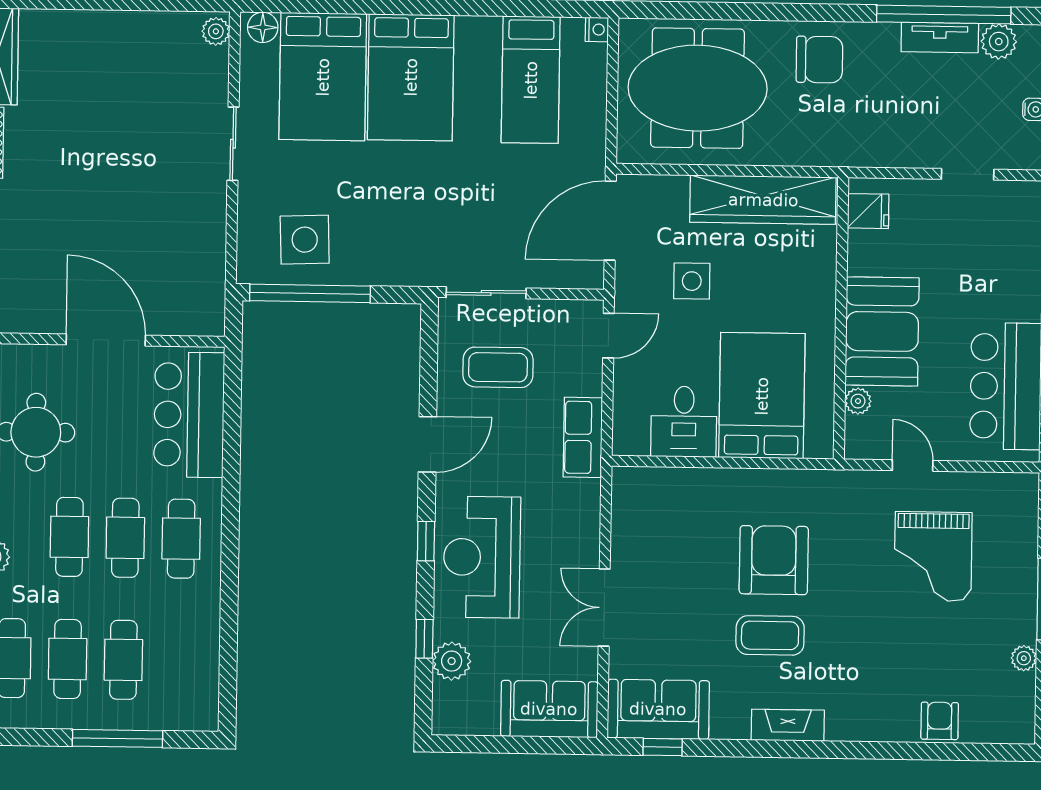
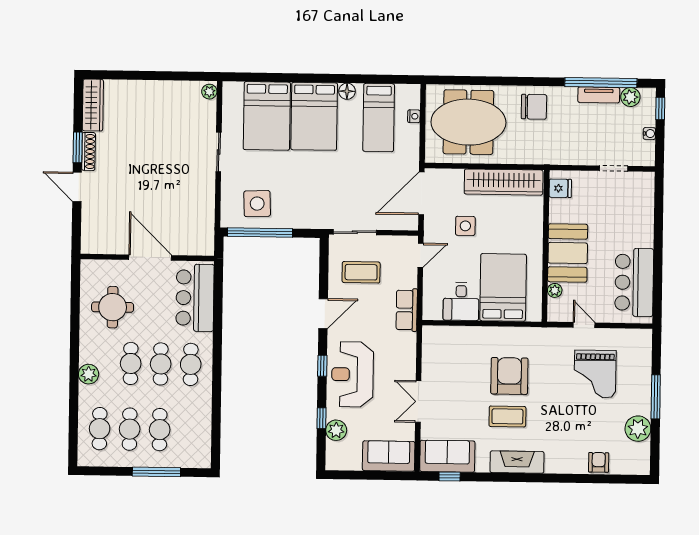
floor lamp: (263, 27) -> (347, 91), moved
nightstand: (597, 30) -> (414, 116), moved
plant: (1024, 658) -> (638, 429), width x1.87, depth x1.87
fireplace: (788, 725) -> (517, 462), width x1.37, depth x1.32

